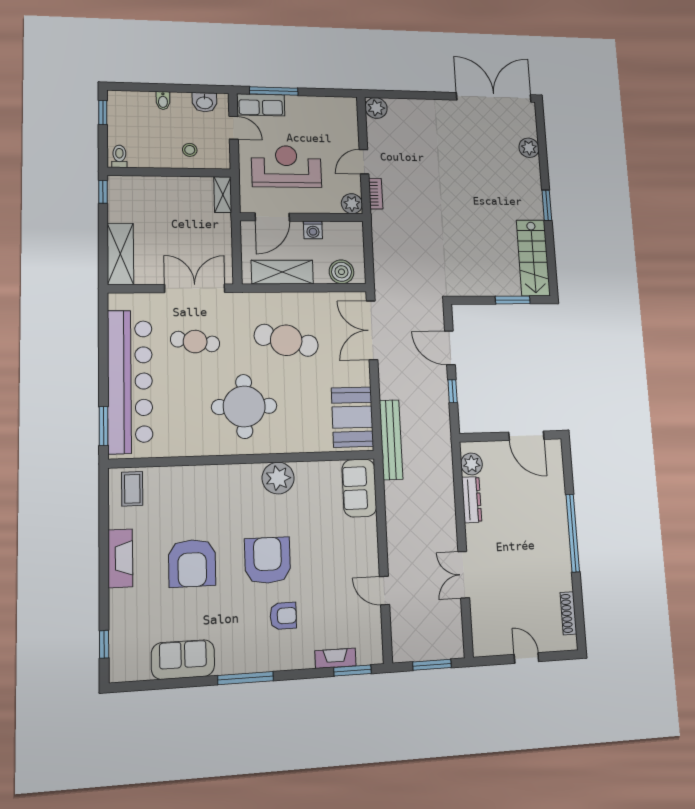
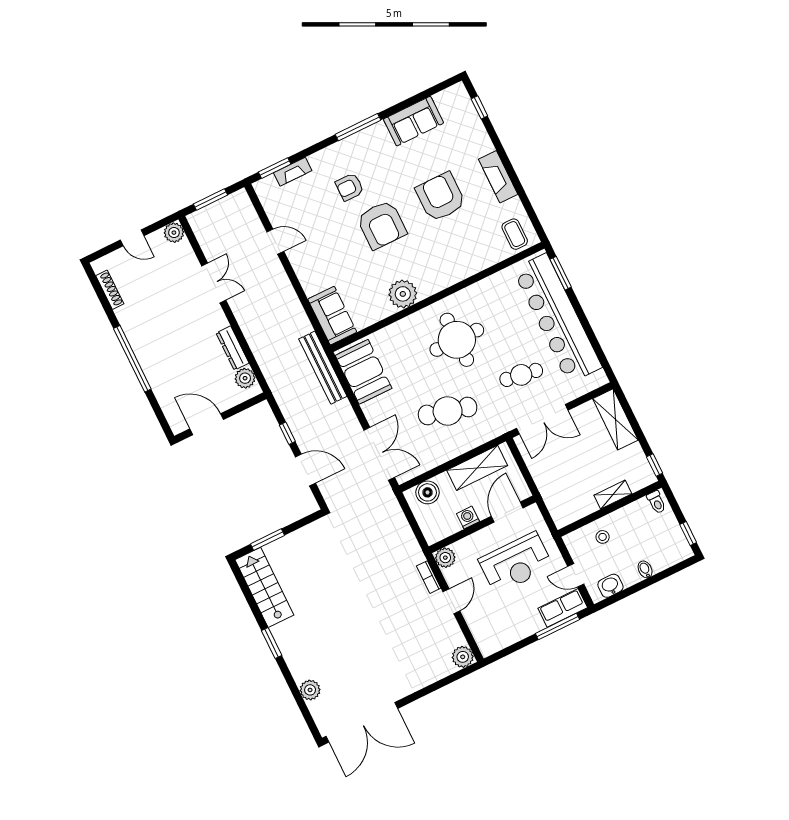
shelving: (223, 195) -> (613, 495), moved, turned 90
plant: (483, 645) -> (174, 233), added

